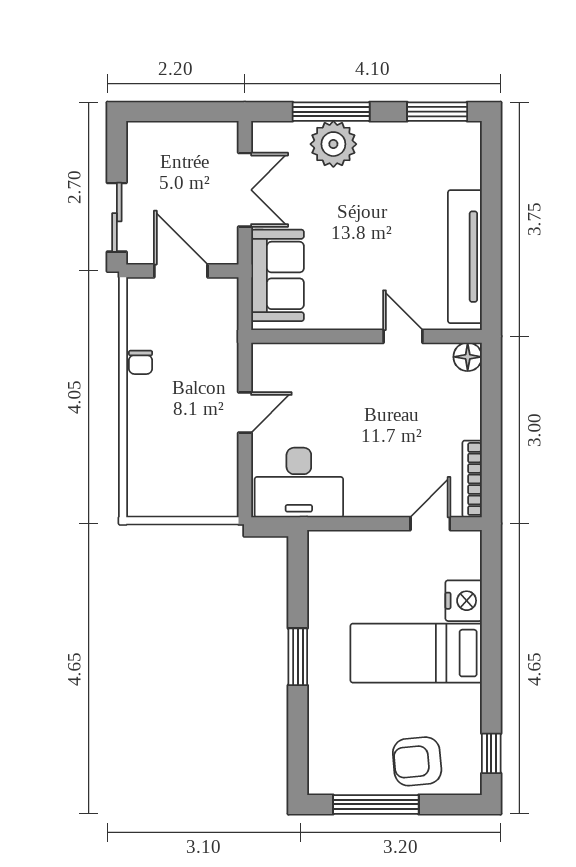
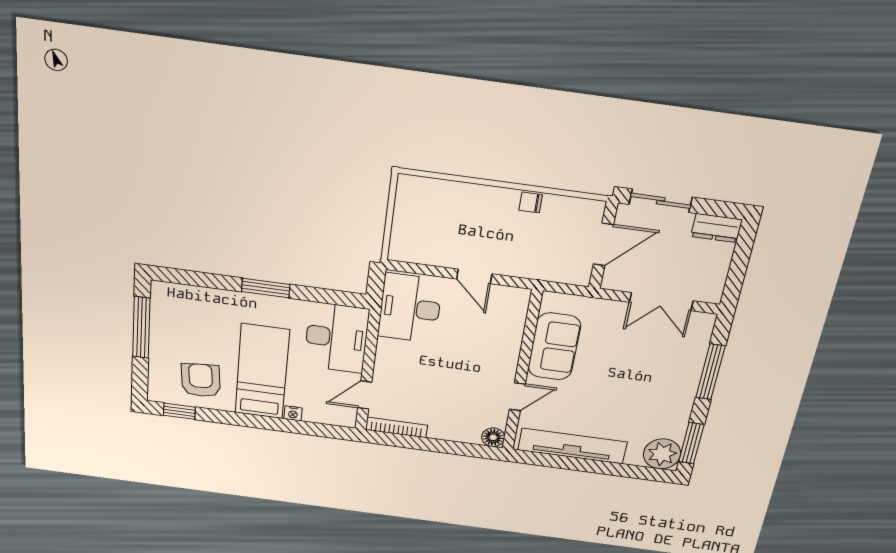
plant: (333, 144) -> (662, 454), moved
dresser: (141, 148) -> (716, 228), added
sofa: (277, 275) -> (554, 347), moved, turned -90
door: (430, 524) -> (365, 395), swing flipped
desk: (353, 566) -> (337, 338), added
nightstand: (464, 601) -> (293, 413), width x0.53, depth x0.56
armchair: (417, 761) -> (201, 380), moved

